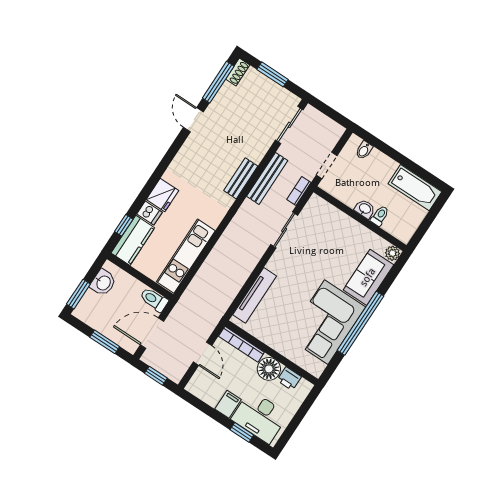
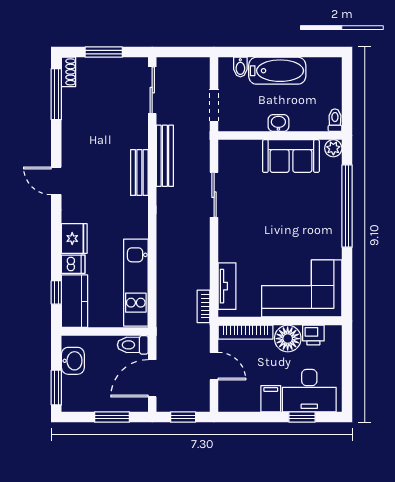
door: (193, 120) -> (56, 181), moved
bathtub: (415, 188) -> (277, 71), moved
bookcase: (299, 191) -> (203, 306), moved
toilet: (380, 216) -> (335, 120), moved
sofa: (368, 277) -> (291, 156), moved, turned -90
tv unit: (255, 295) -> (227, 286), width x0.71
corner sofa: (326, 322) -> (302, 288), moved, turned 90
window: (360, 323) -> (347, 206), moved

